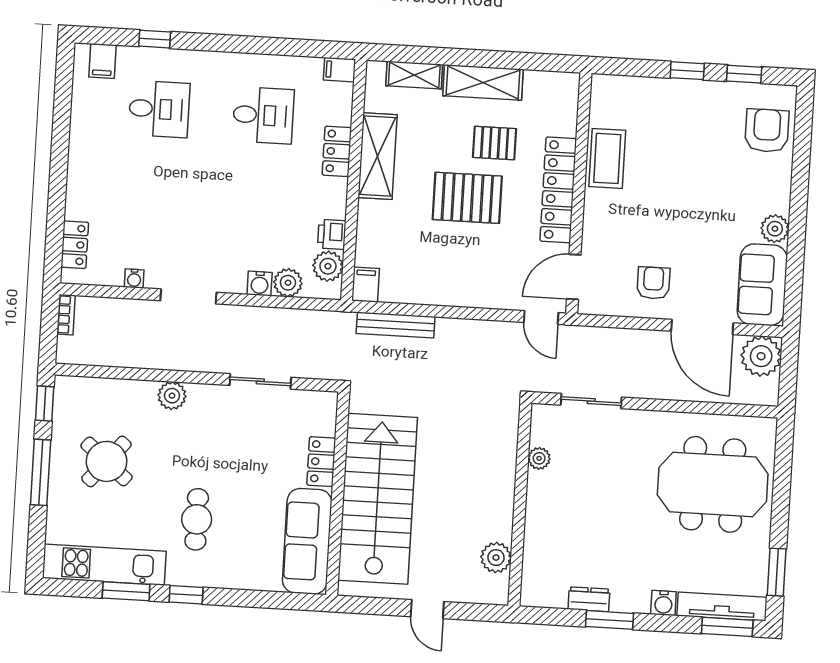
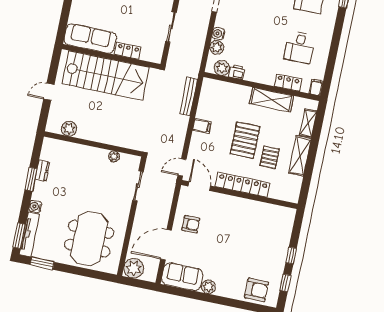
locker: (337, 151) -> (288, 83), moved
coffee table: (607, 158) -> (254, 211), removed
filing cabinet: (366, 285) -> (202, 126), moved
plant: (761, 356) -> (134, 268), moved

